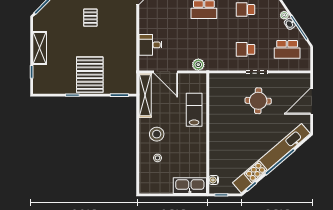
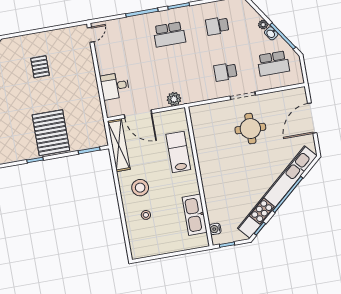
kitchen sink: (190, 186) -> (195, 215), moved, turned -90

